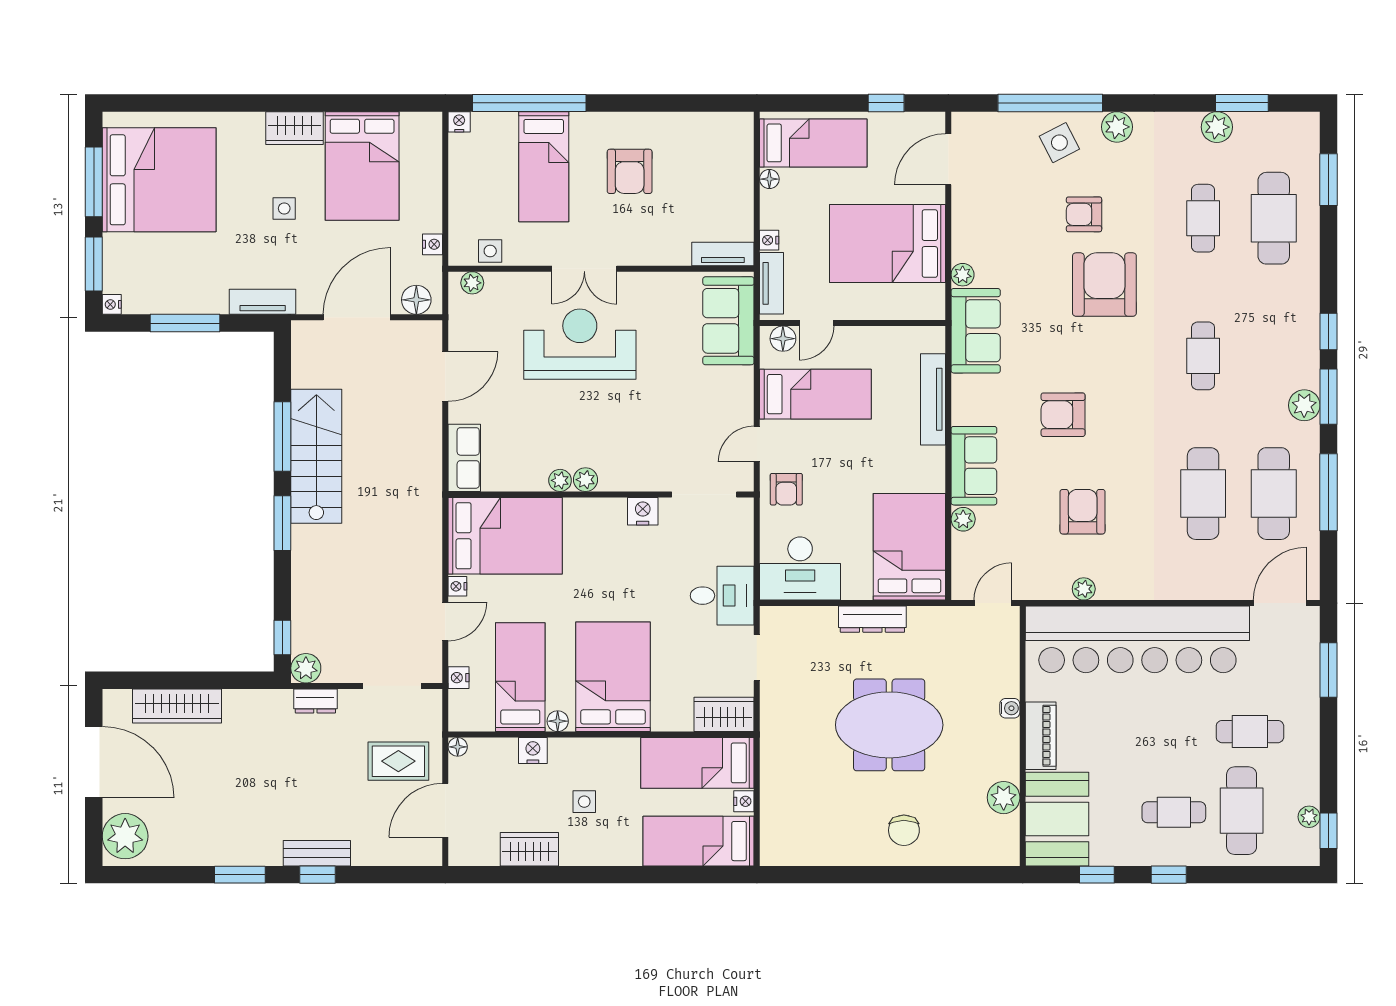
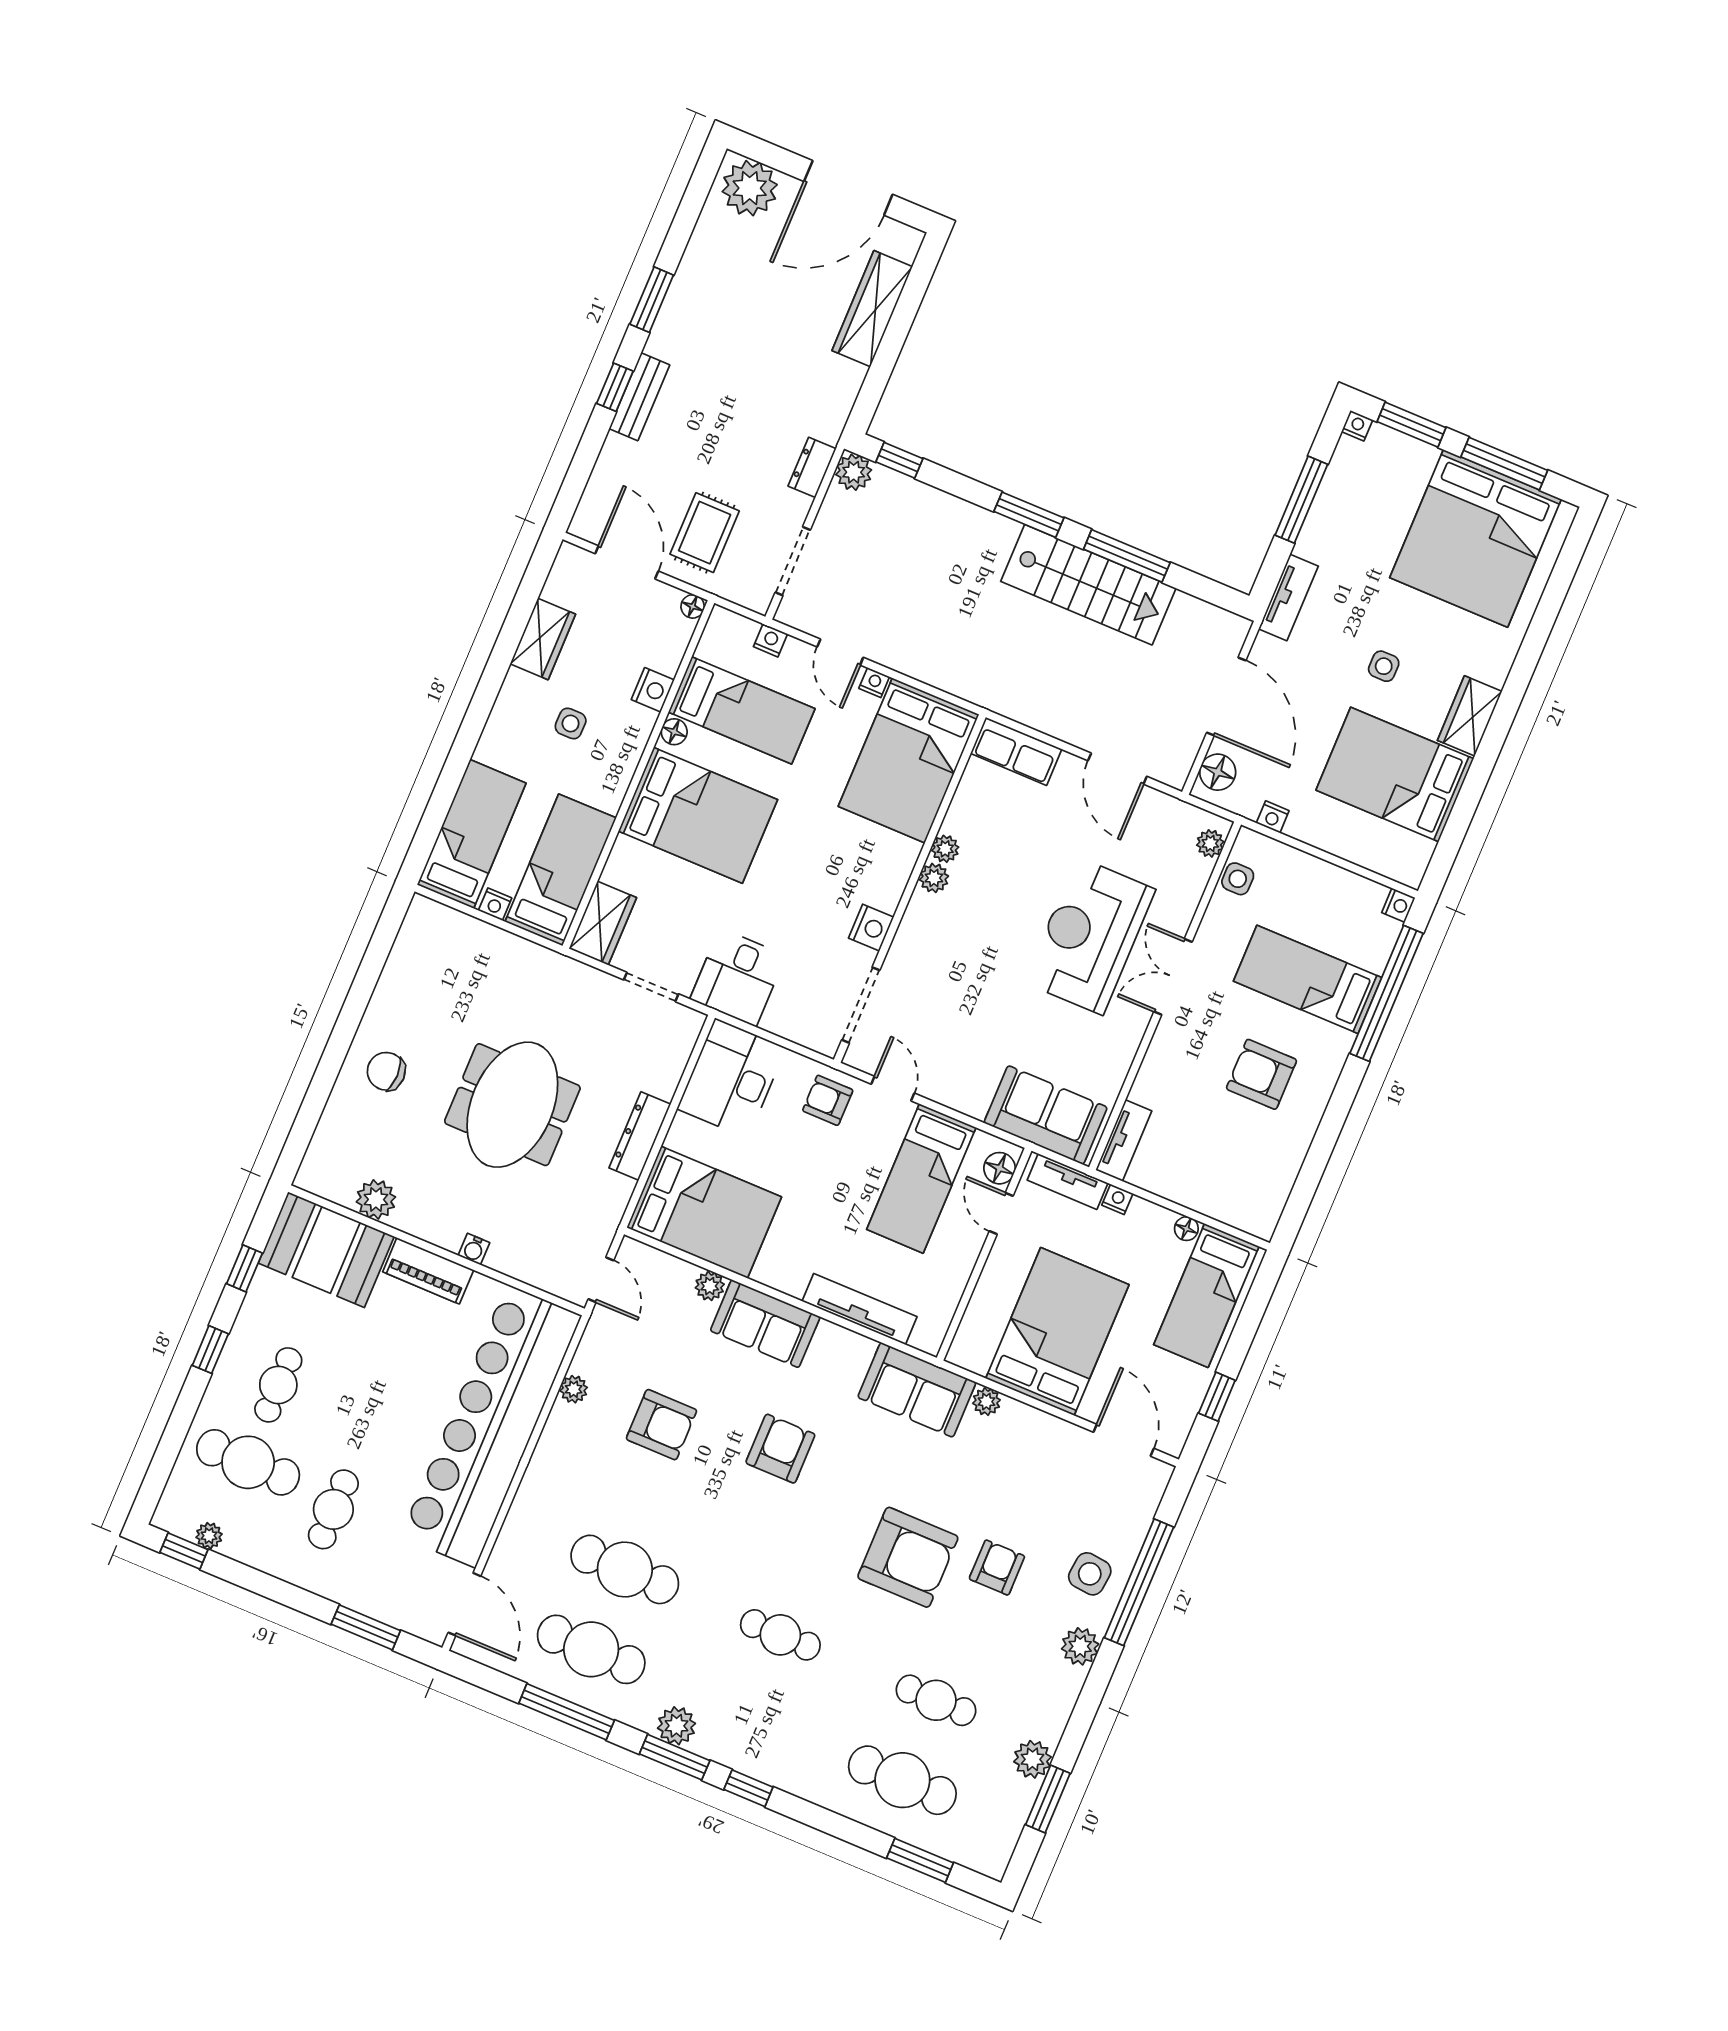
side table: (1059, 143) -> (1090, 1574), turned 33
reception desk: (580, 344) -> (1090, 936), turned 180

